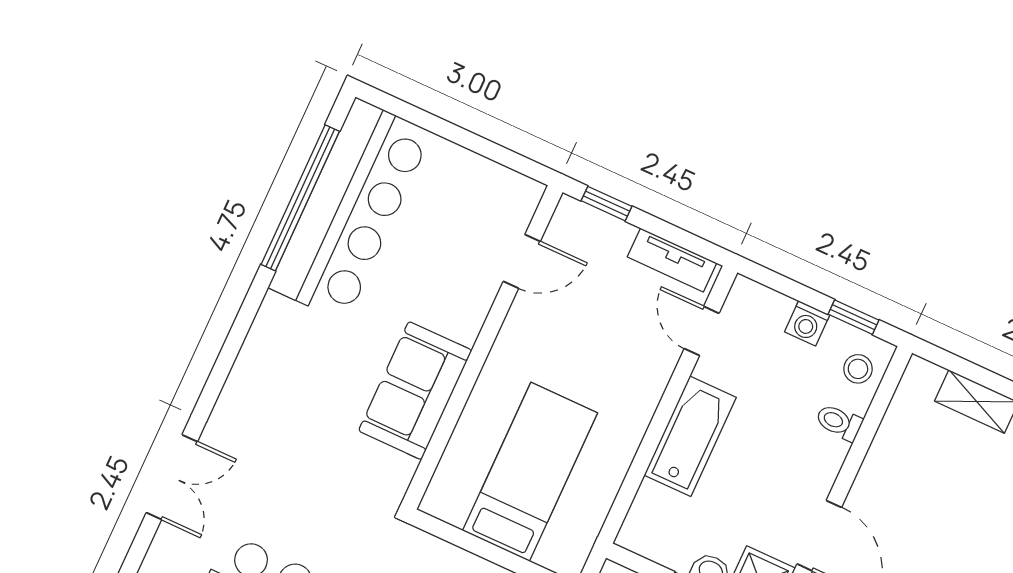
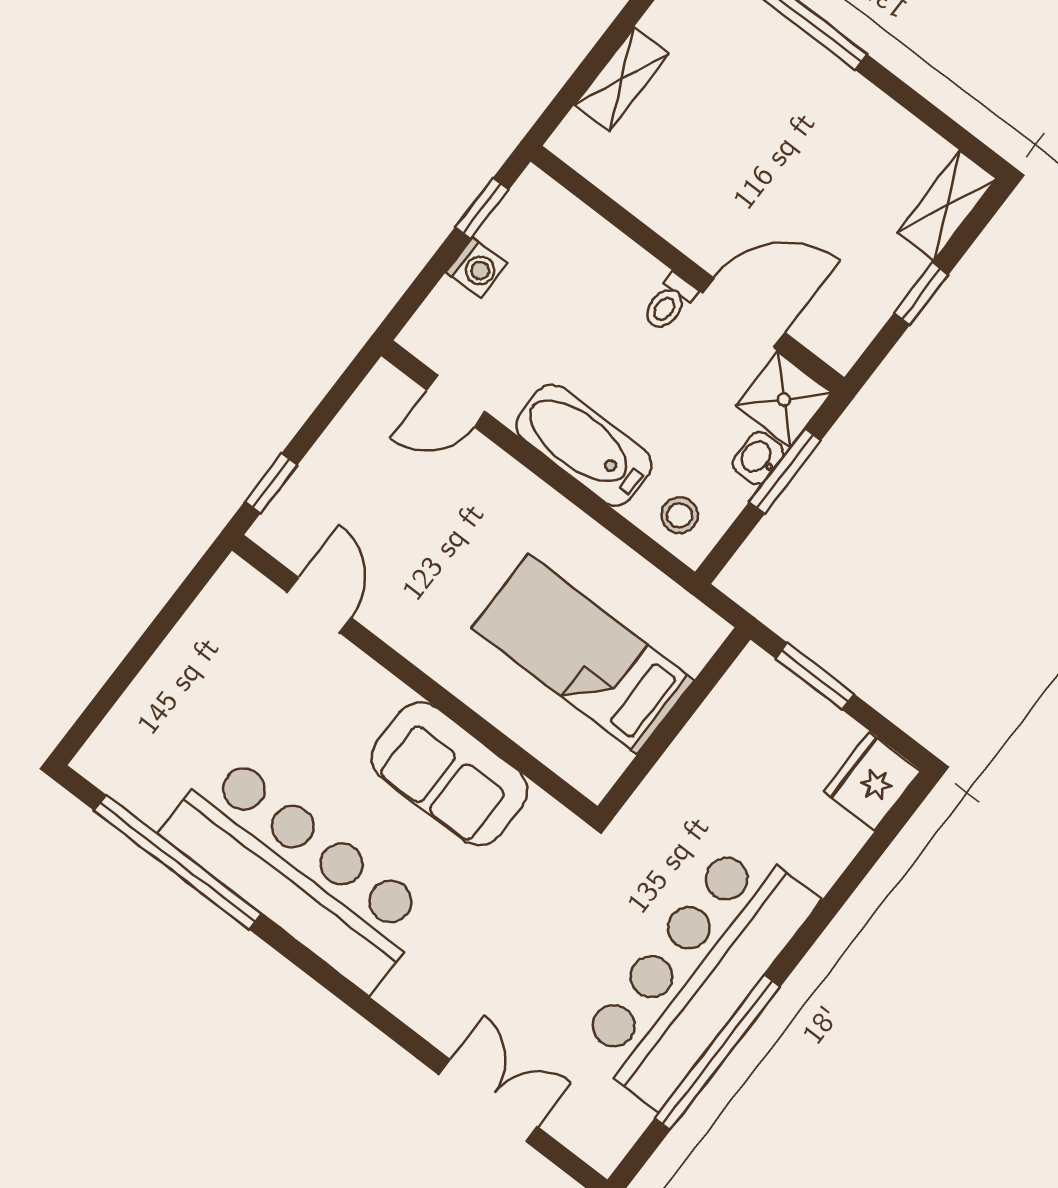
bar counter: (350, 210) -> (296, 872), moved
tv unit: (672, 260) -> (360, 418), removed
stool: (858, 369) -> (680, 515), moved
toilet: (839, 422) -> (669, 303), moved

